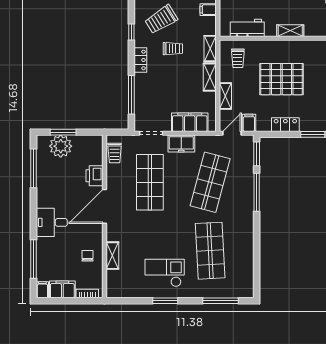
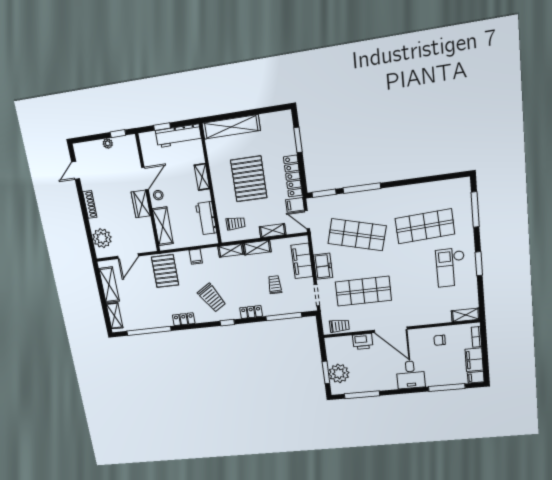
trolley: (173, 49) -> (275, 285), moved
locker: (285, 125) -> (293, 176), width x1.53
shelving: (112, 256) -> (466, 315), moved

